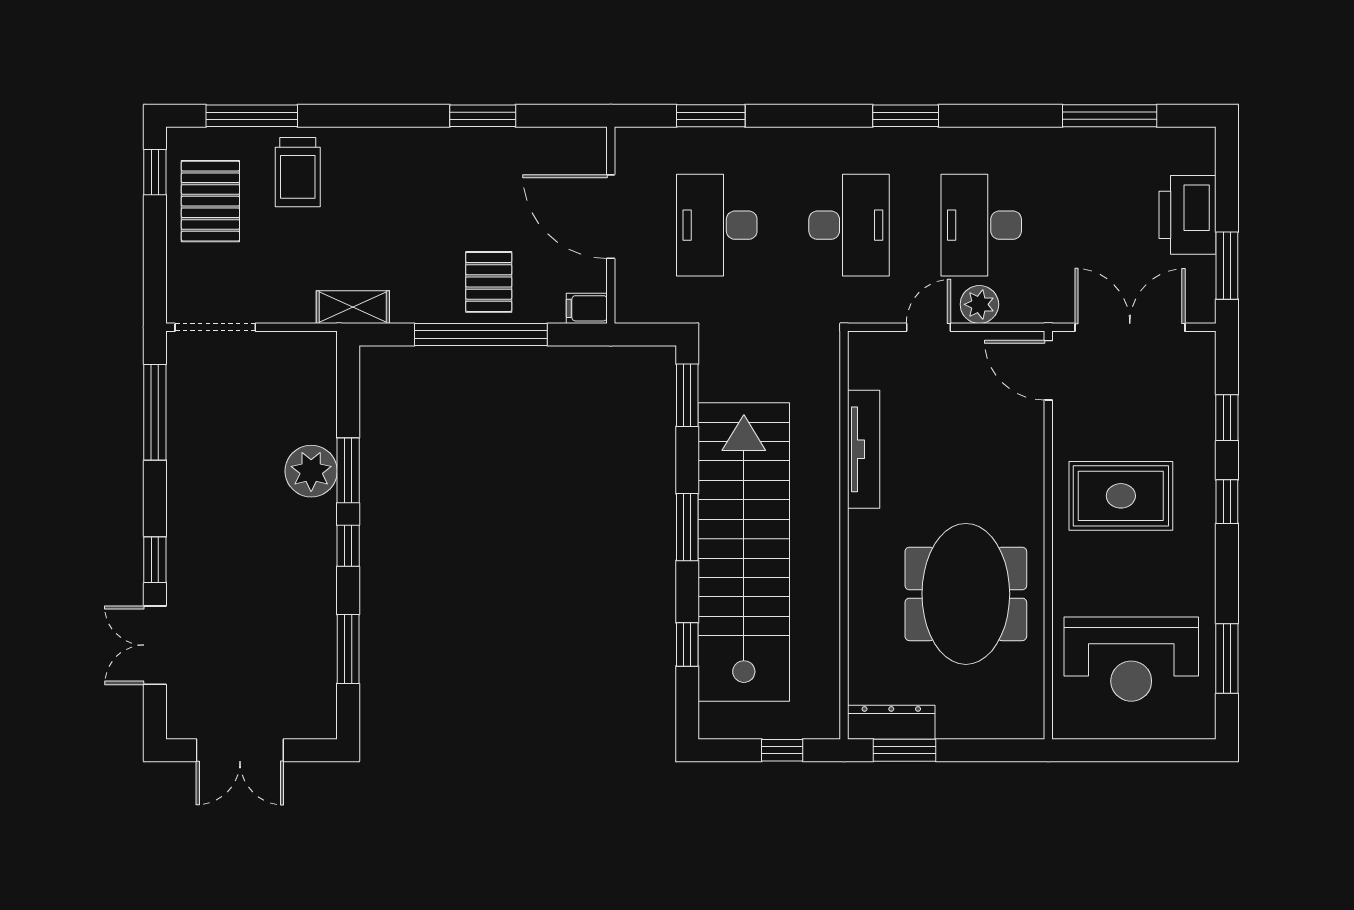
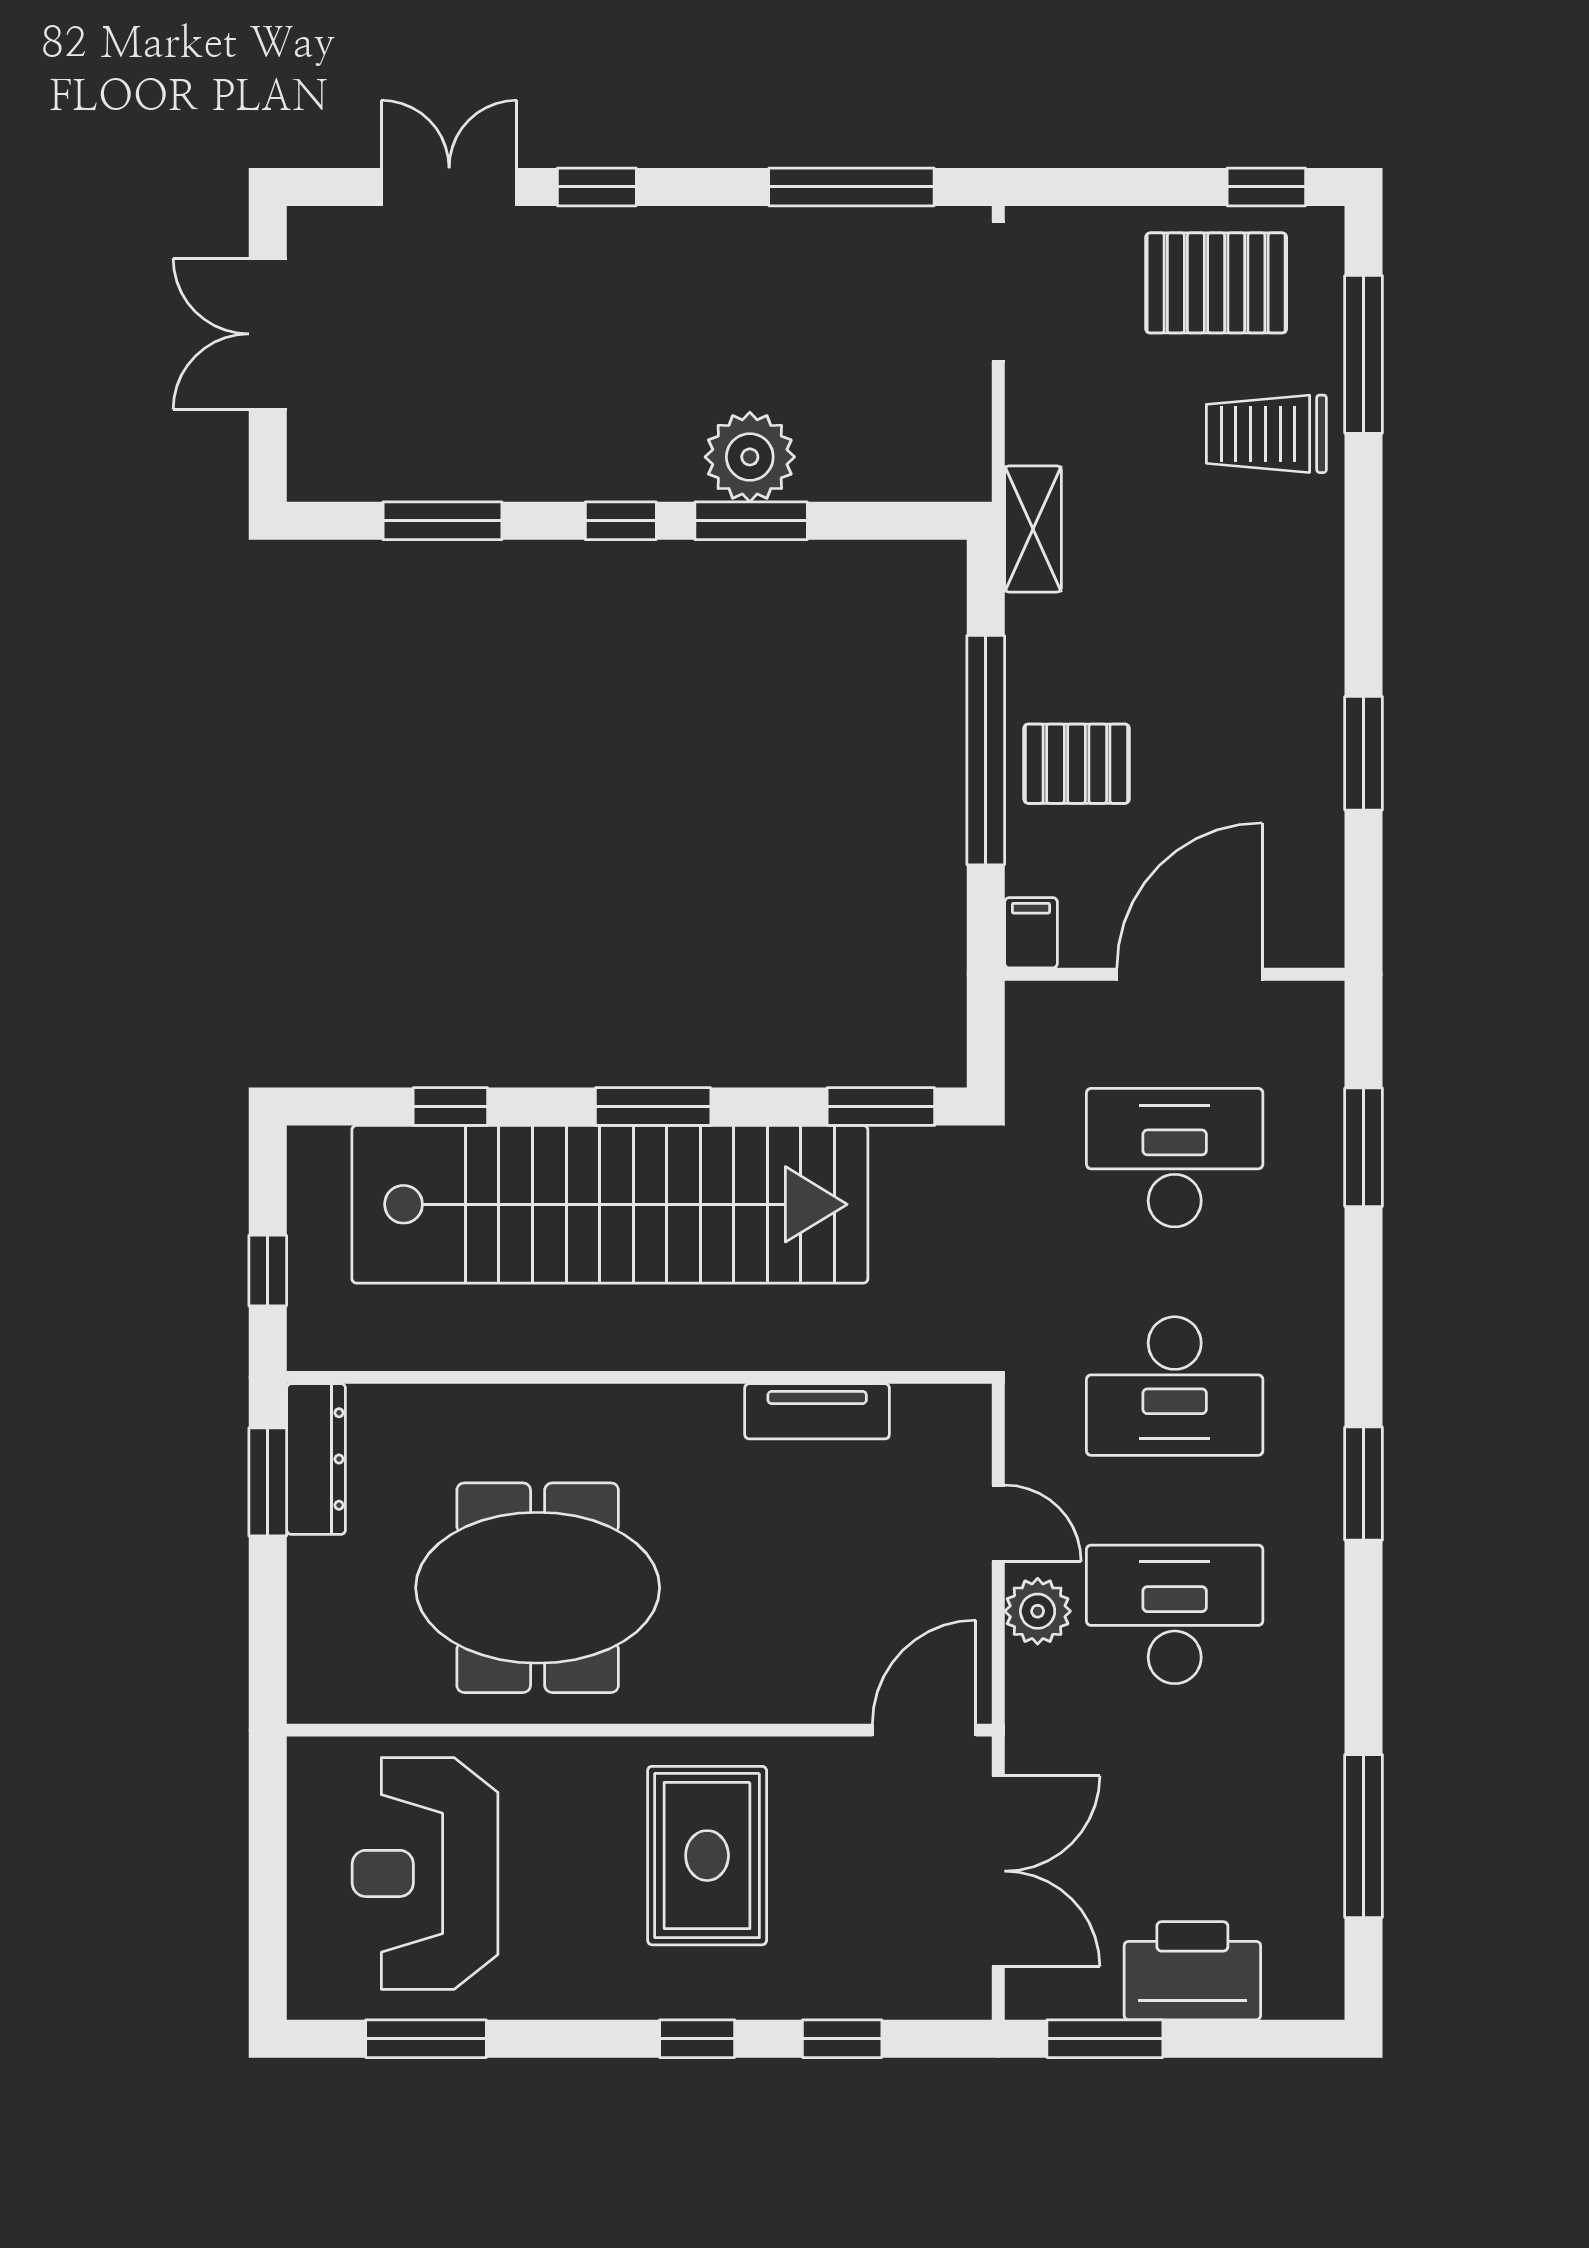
tv unit: (864, 449) -> (817, 1411), width x0.71

